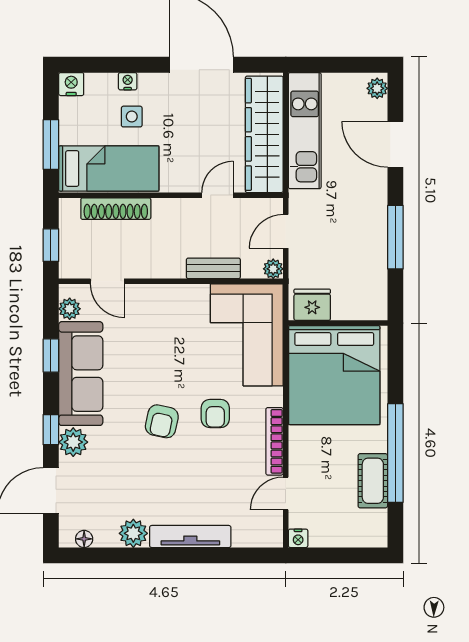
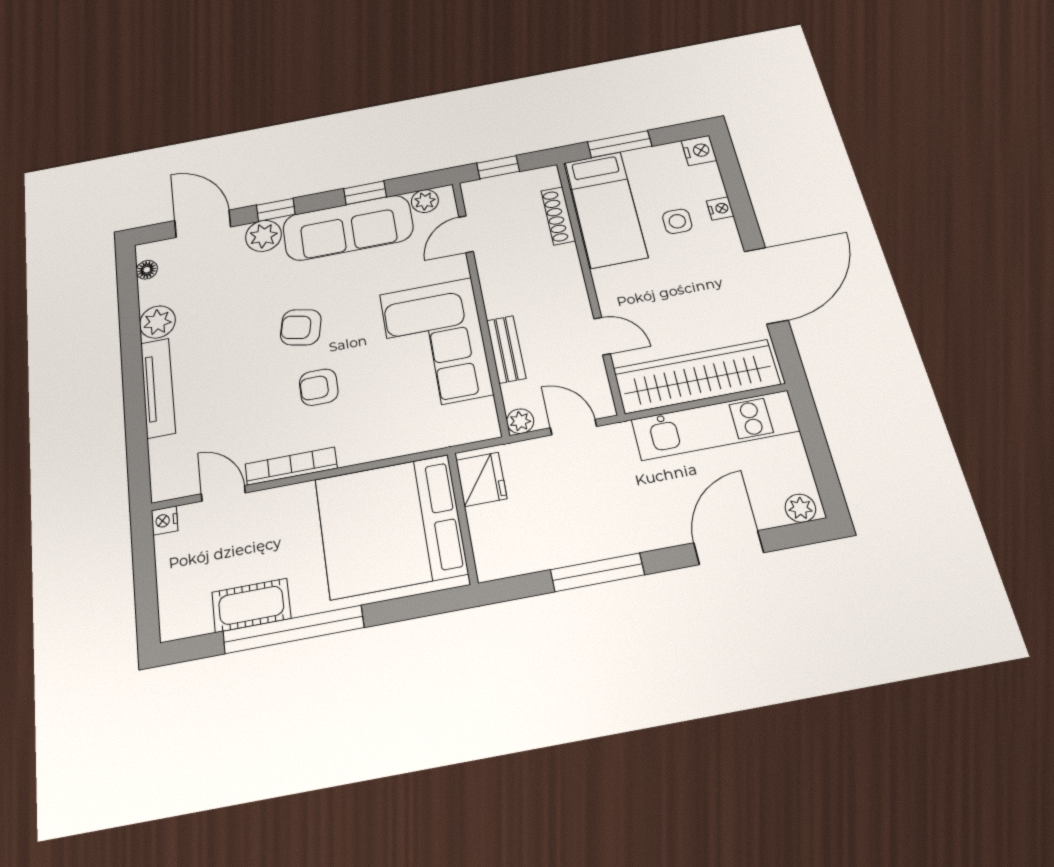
shoe rack: (116, 209) -> (558, 216), width x0.74, depth x0.81
corner sofa: (247, 335) -> (436, 344), moved, turned -90

